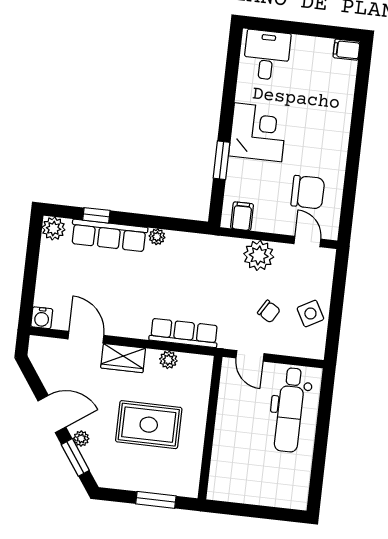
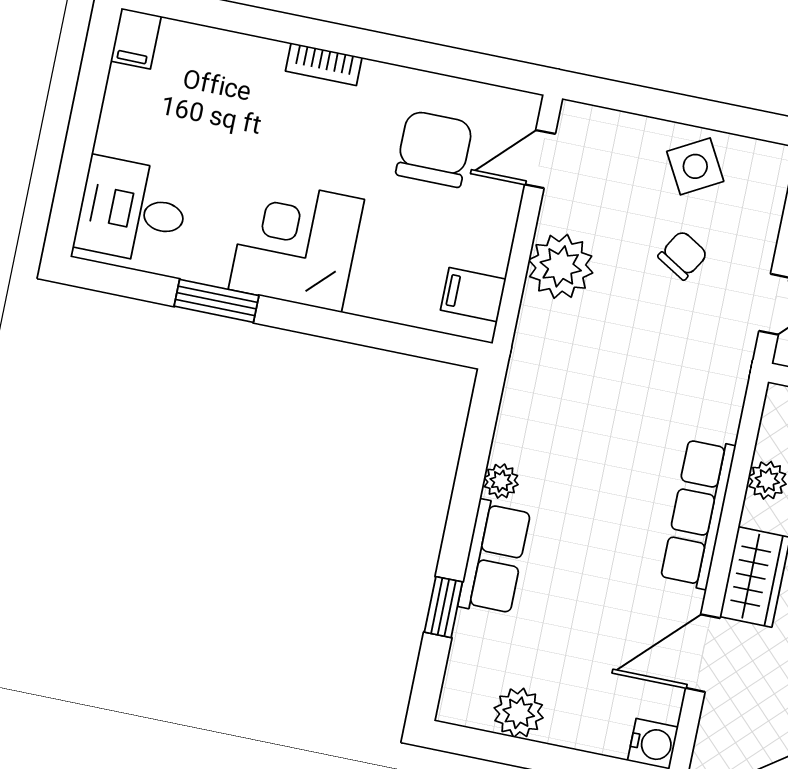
bookcase: (342, 138) -> (324, 64), added
window: (221, 160) -> (216, 301), moved
plant: (54, 228) -> (519, 713), moved
row of seats: (109, 235) -> (494, 558), width x0.68
row of seats: (184, 333) -> (698, 513), moved

